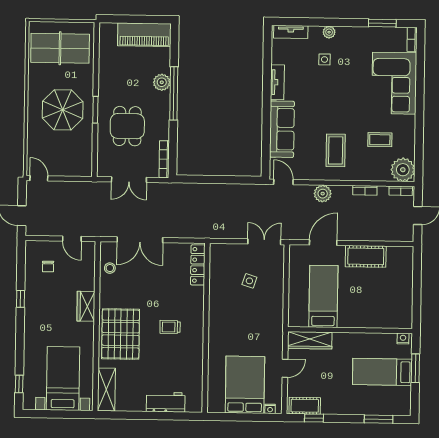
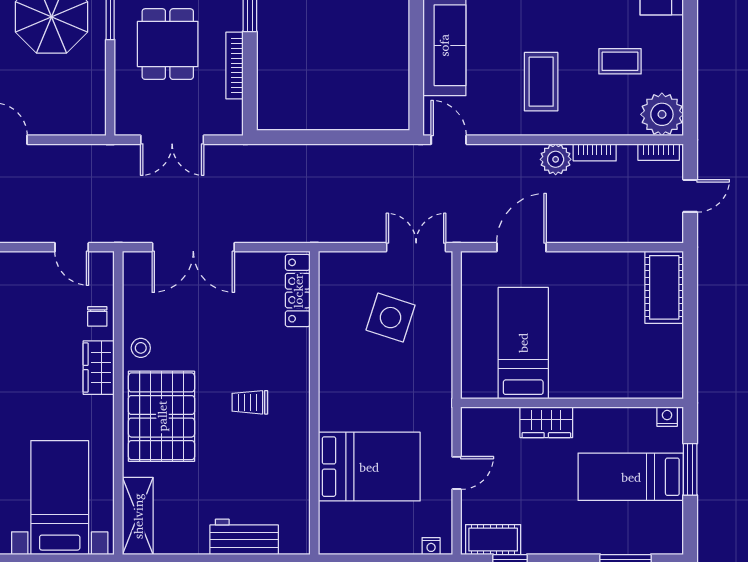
bookcase: (164, 159) -> (235, 65), moved
plant: (323, 194) -> (556, 159), moved
cot: (366, 256) -> (664, 287), moved, turned 90
chair: (48, 267) -> (97, 316), moved
stool: (110, 268) -> (141, 348), moved
side table: (249, 281) -> (391, 318), width x1.87, depth x1.87
wardrobe: (310, 340) -> (546, 422), moved, width x0.67
bed: (245, 385) -> (369, 467), moved, turned 90

